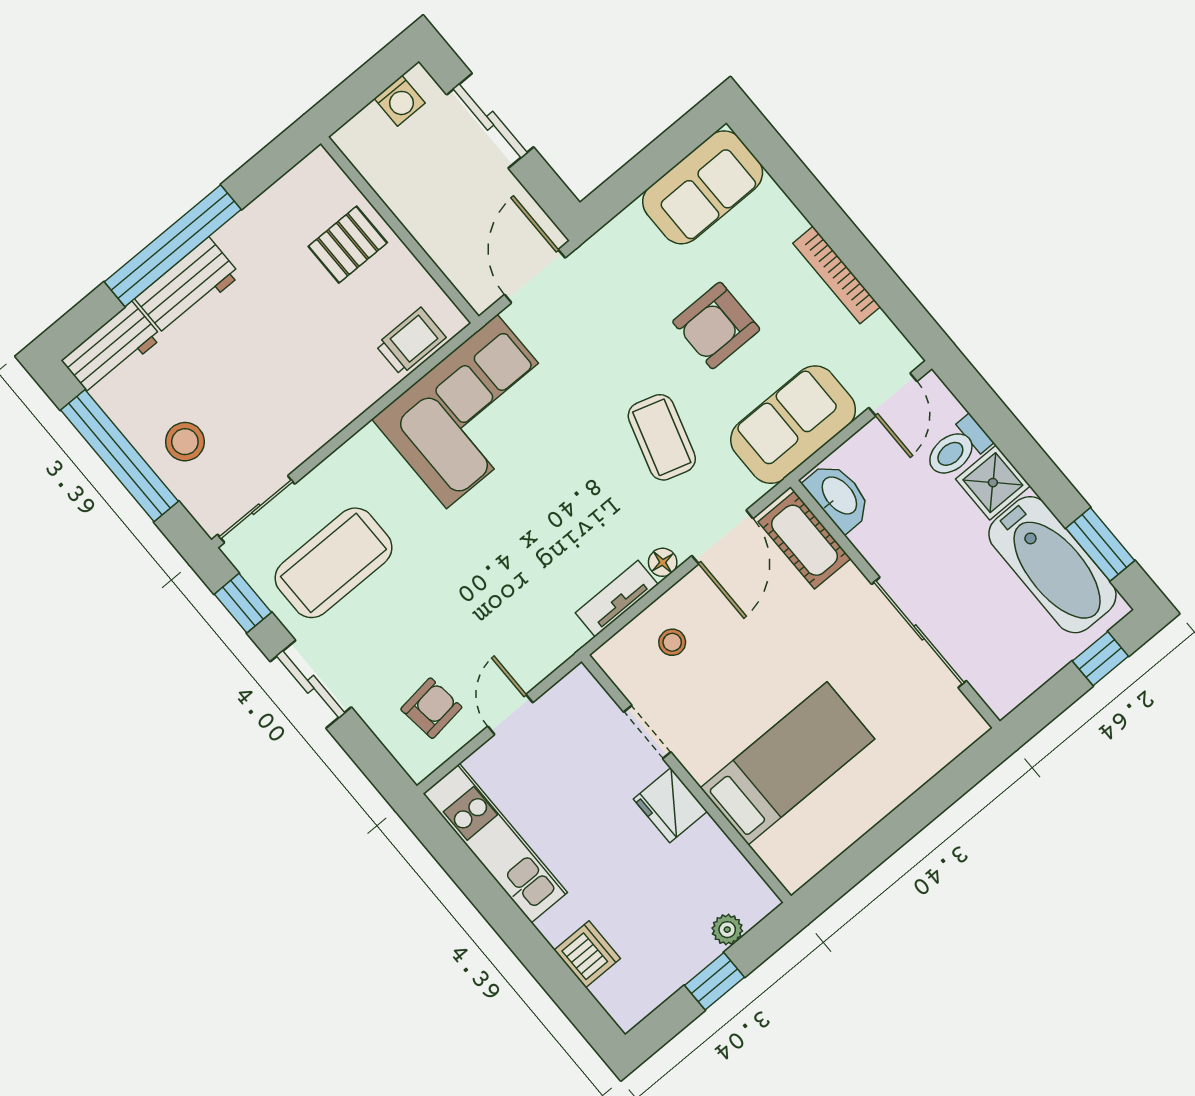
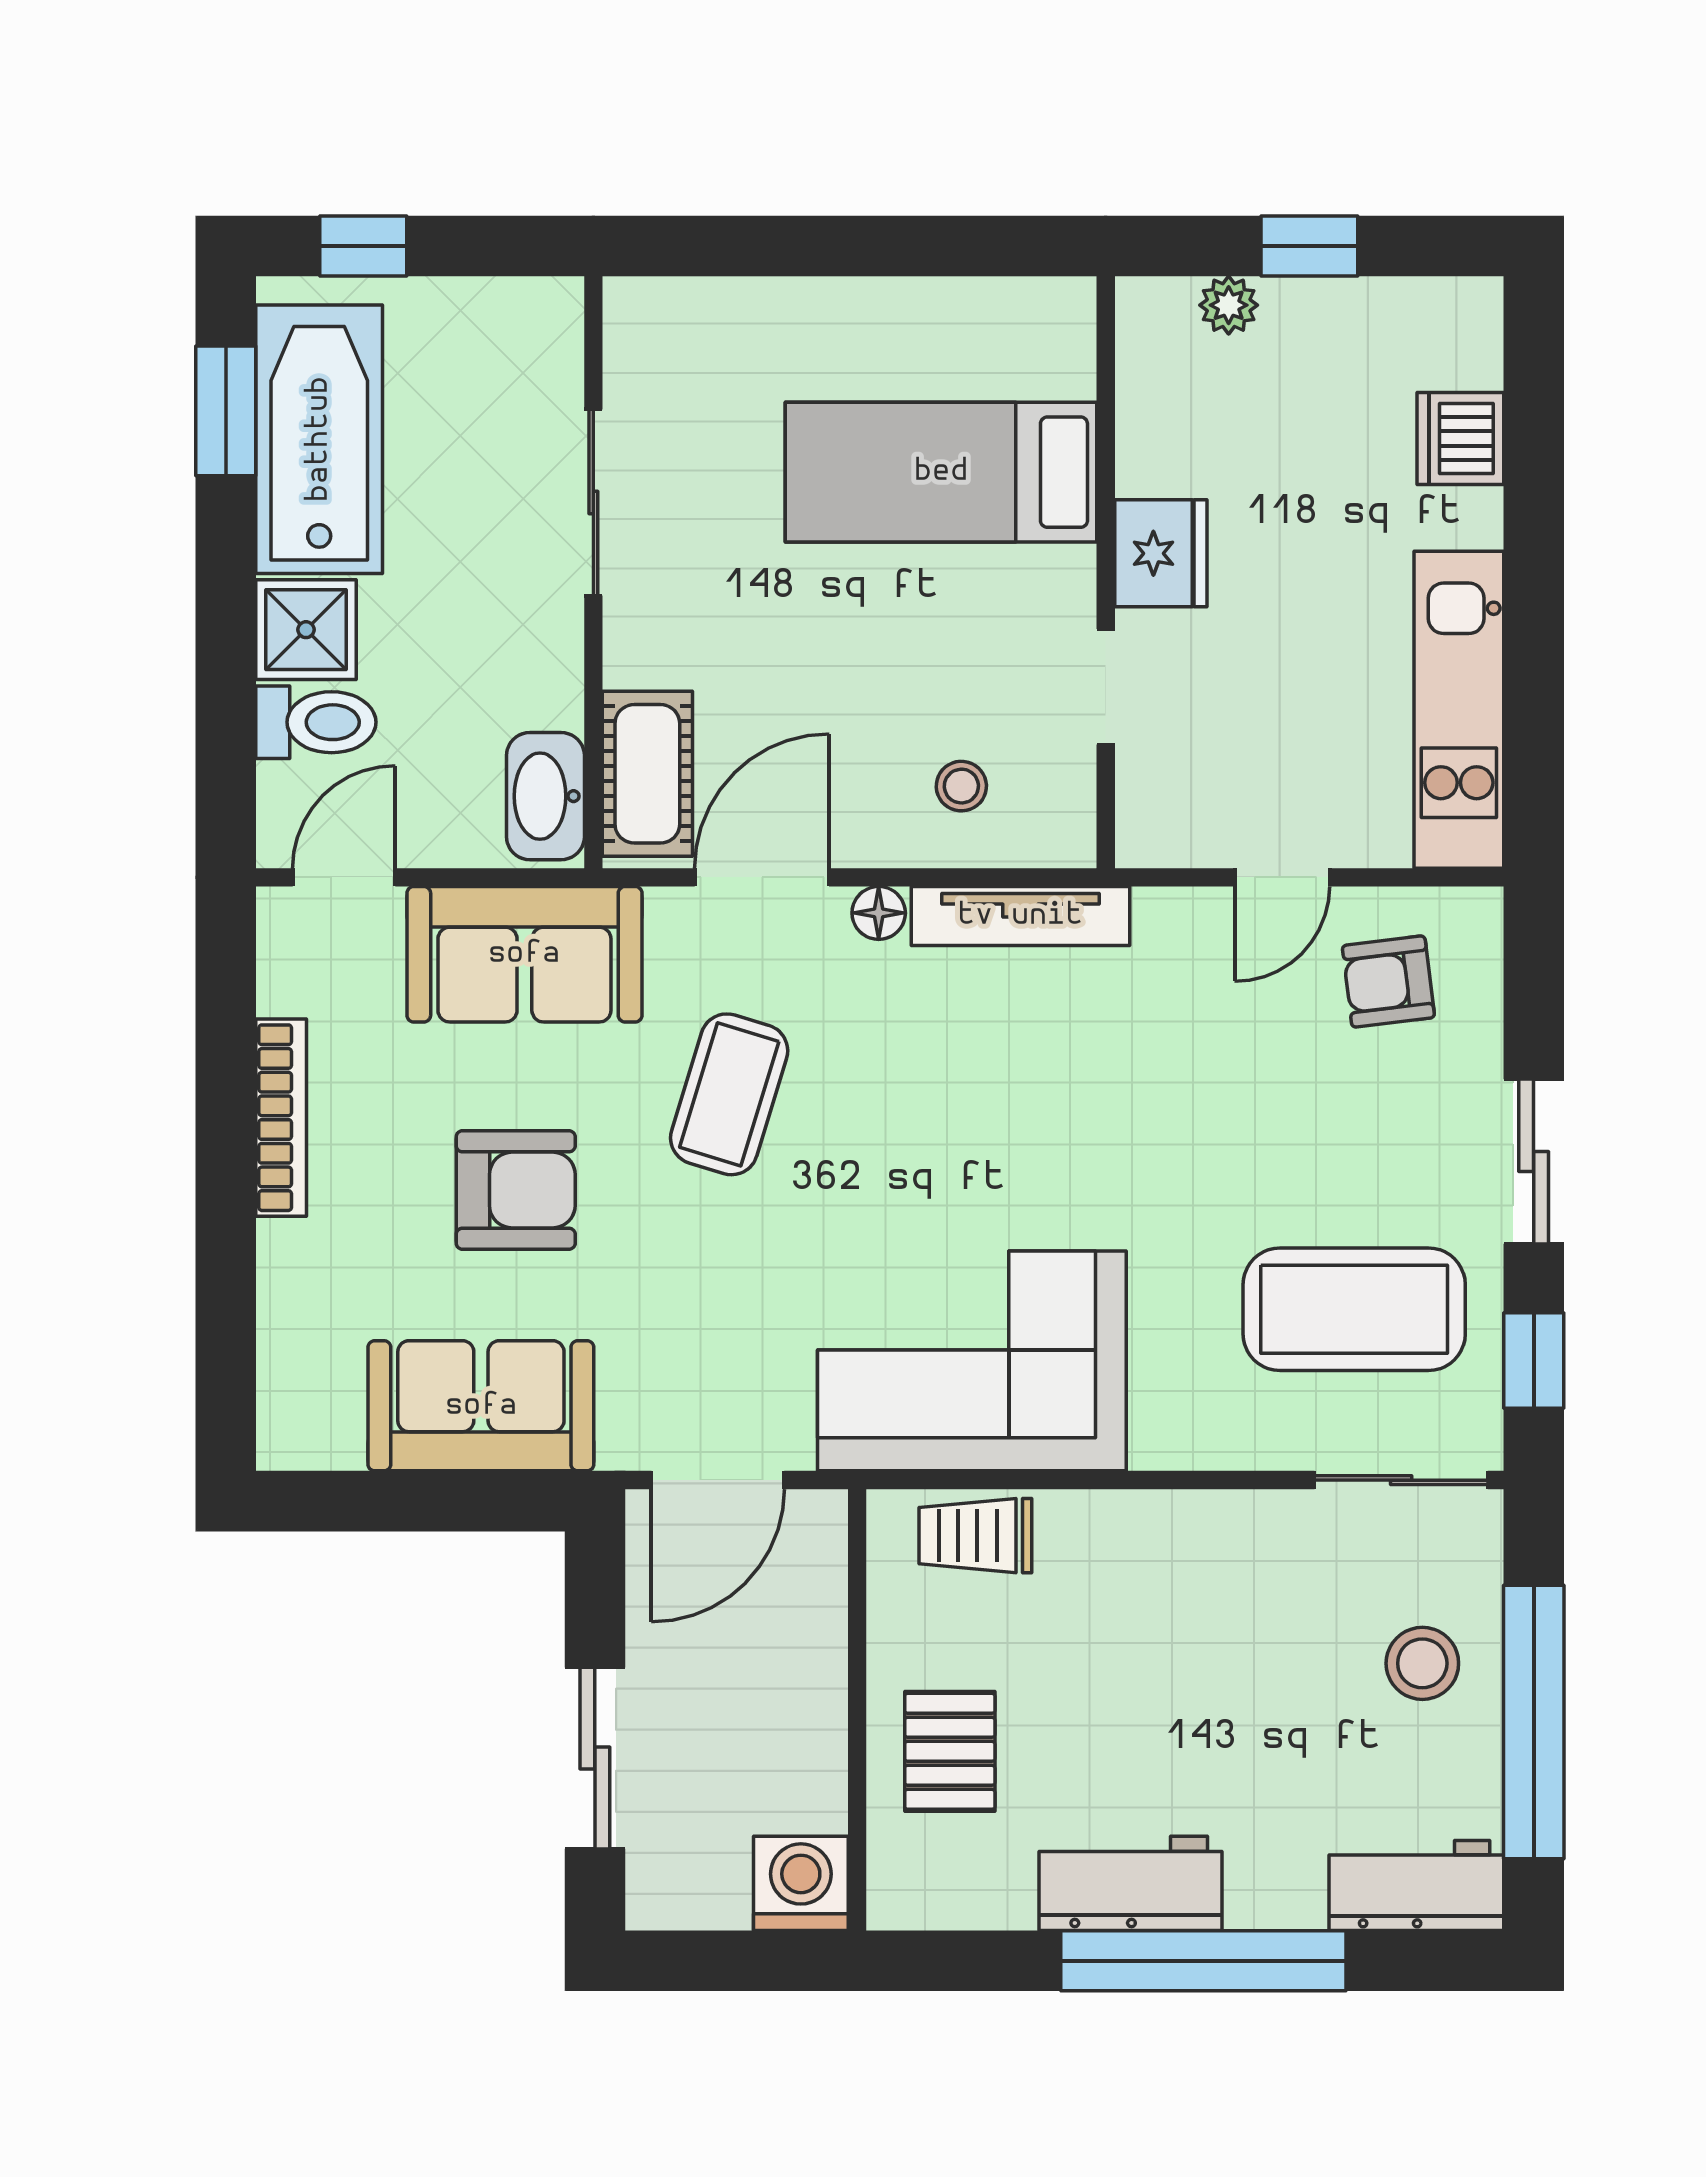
washing machine: (400, 101) -> (801, 1883), moved, width x1.38, depth x1.38
sofa: (703, 187) -> (481, 1406), moved
pallet: (348, 245) -> (950, 1751), turned 90
workbench: (188, 287) -> (1131, 1883), moved
tv unit: (617, 599) -> (1020, 916), width x1.41
sliding door: (919, 632) -> (593, 503), width x0.73

